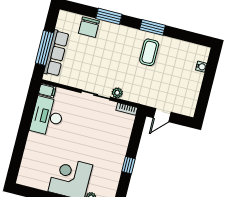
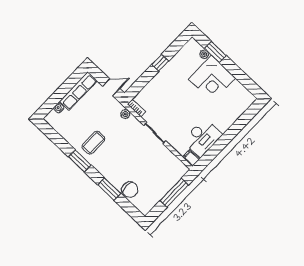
chair: (89, 27) -> (130, 190), turned 90
row of seats: (56, 53) -> (78, 91), moved, turned 180
plant: (117, 93) -> (125, 114), moved

